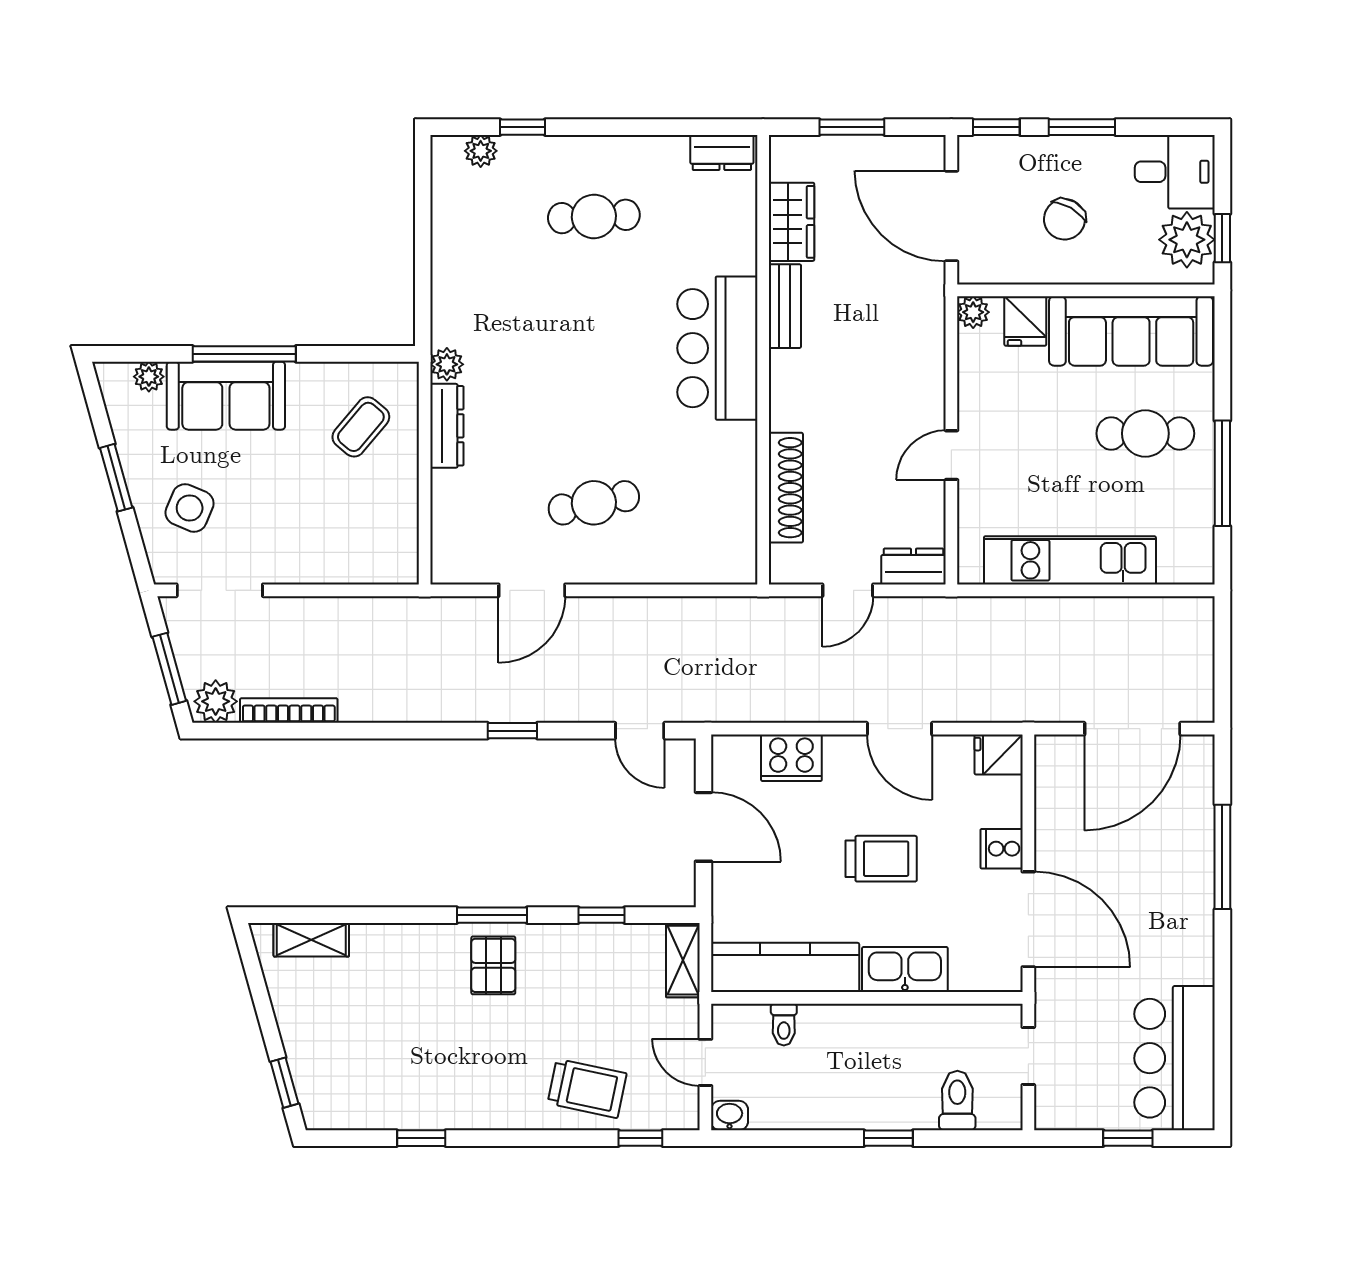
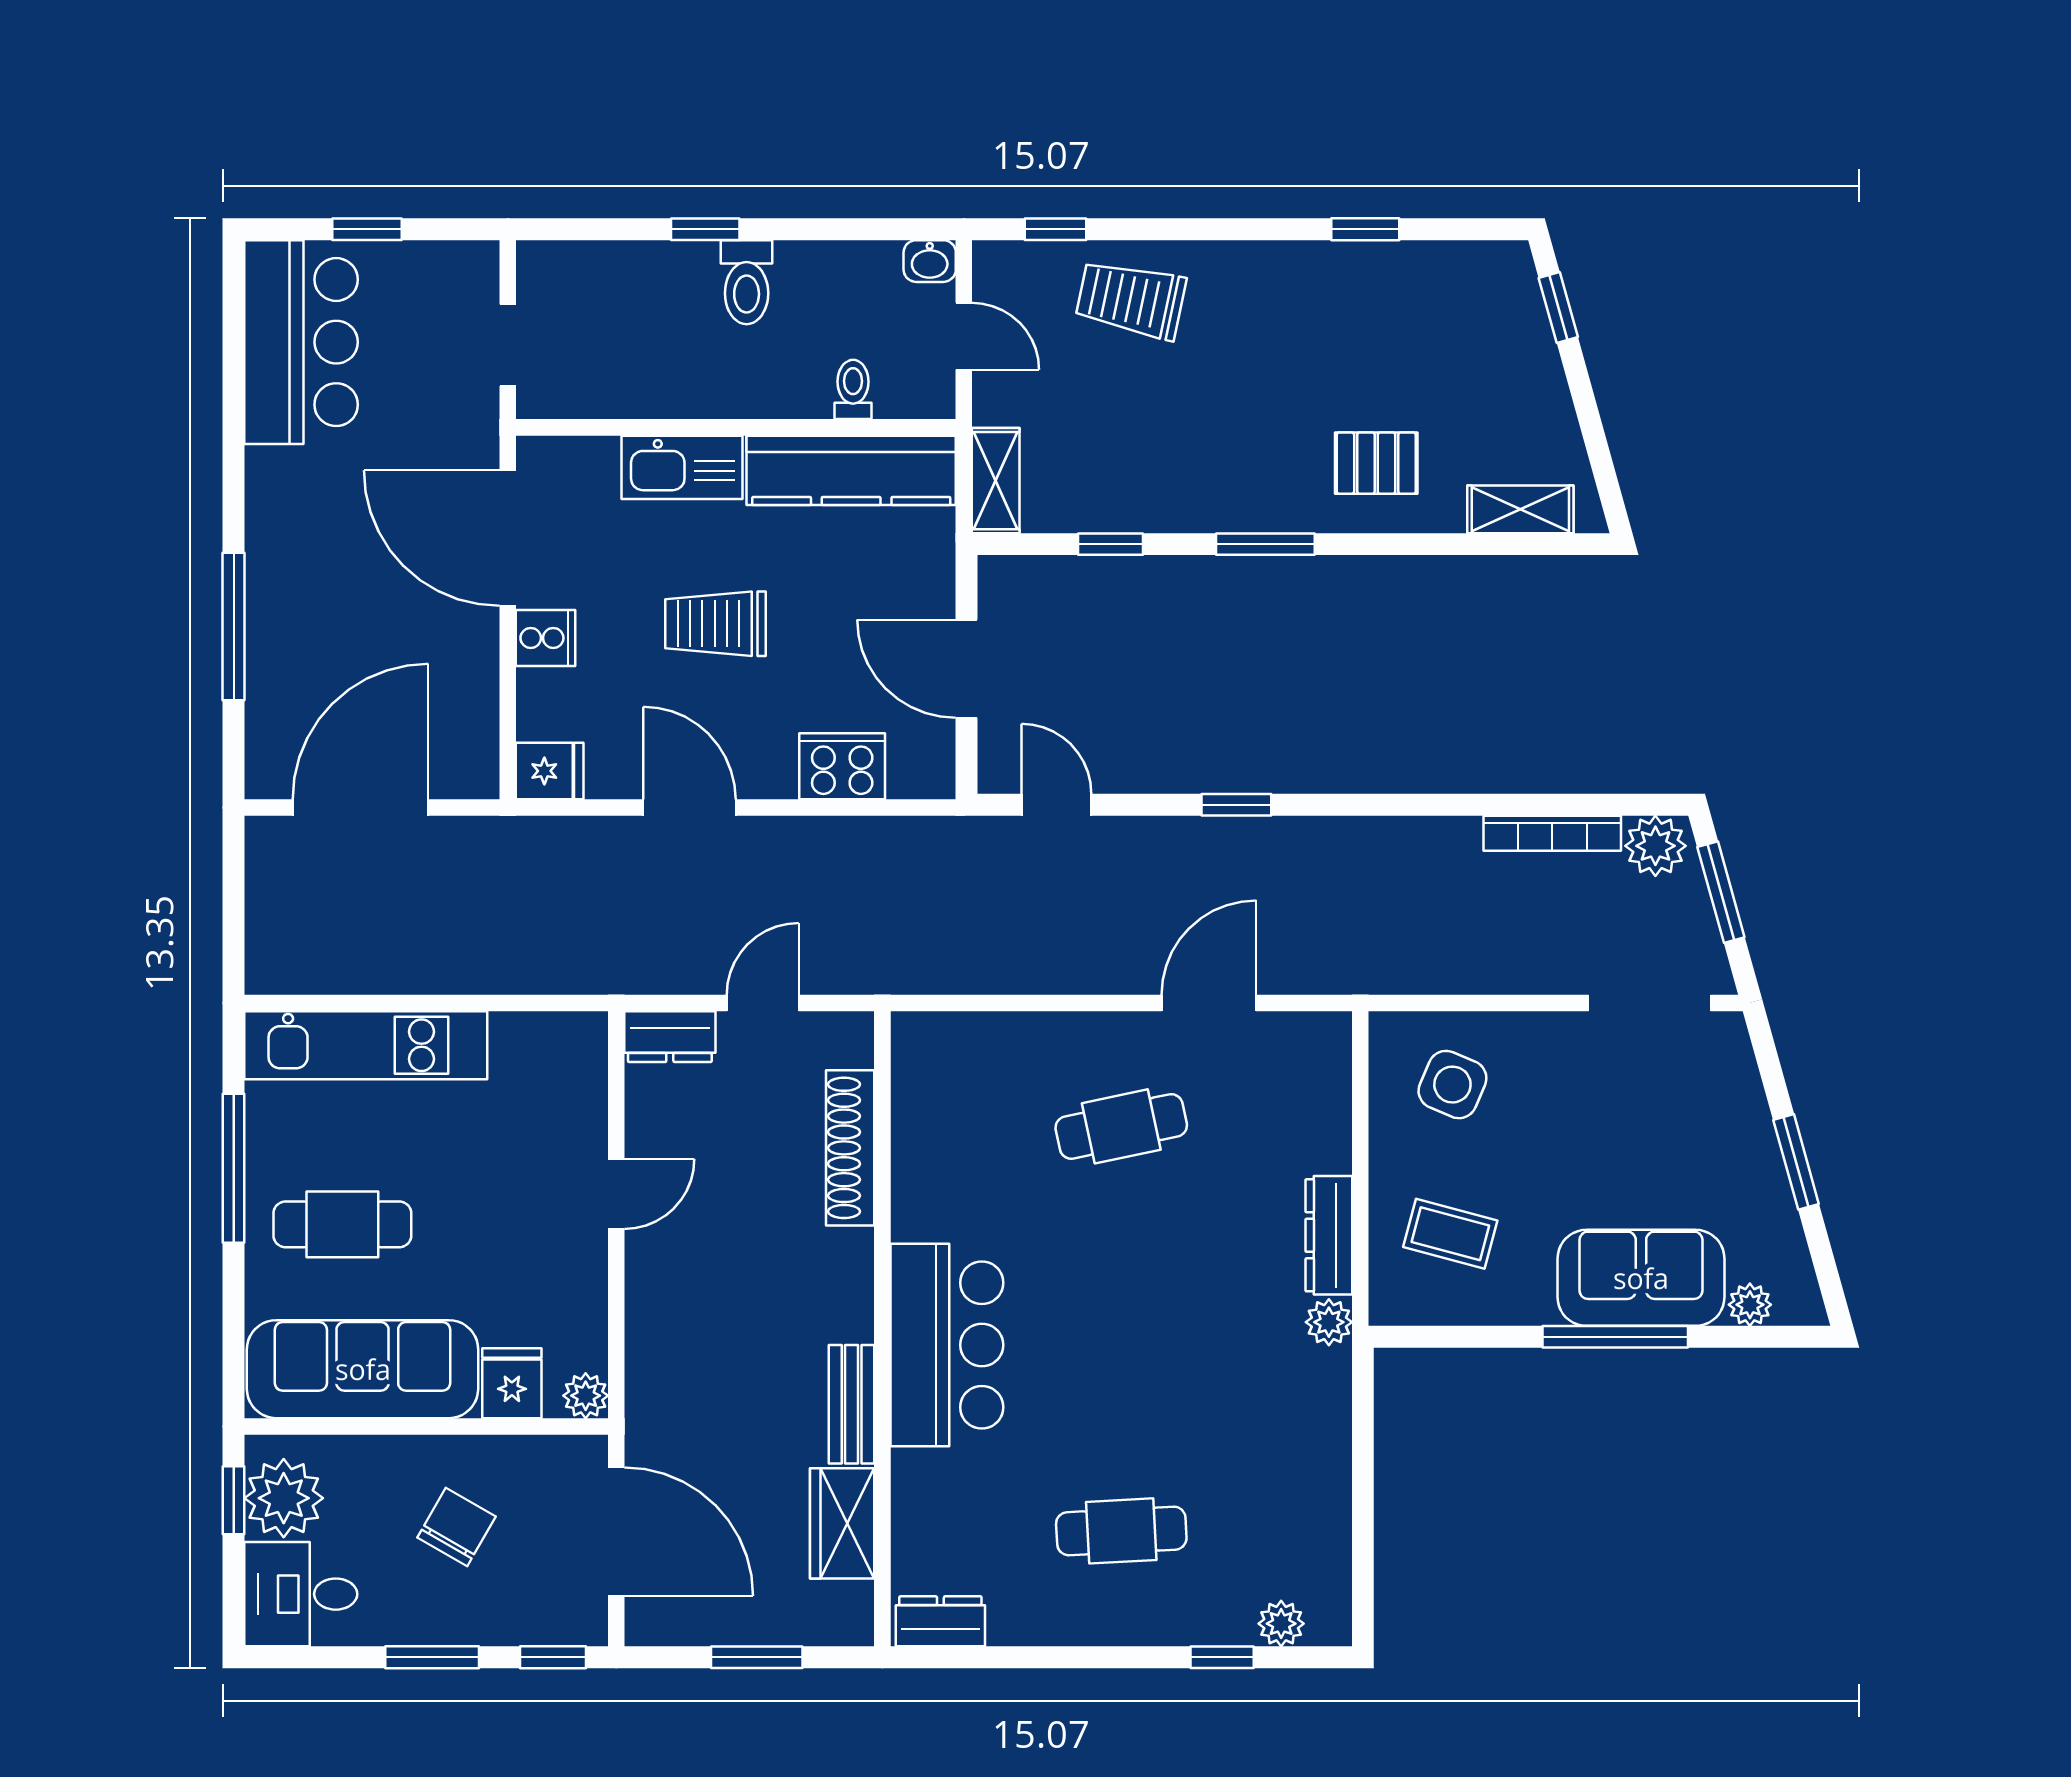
coffee table: (361, 427) -> (1450, 1234), turned 65
side table: (190, 508) -> (1452, 1085), moved
kitchen unit: (1070, 560) -> (366, 1045), moved
pallet: (493, 965) -> (1376, 463), moved, turned 90
toilet: (957, 1101) -> (747, 282), moved

